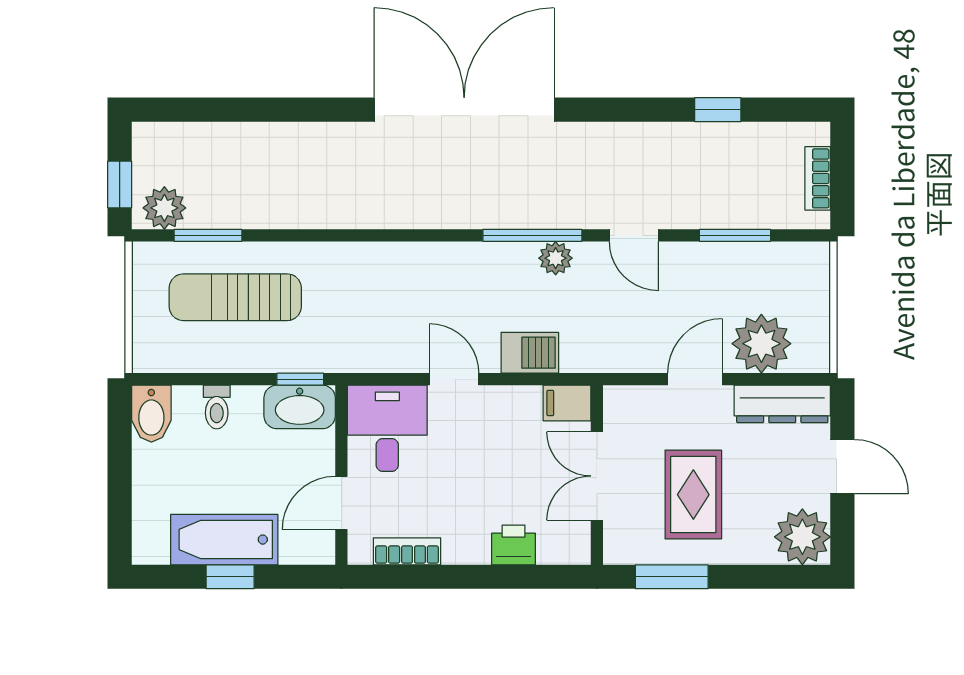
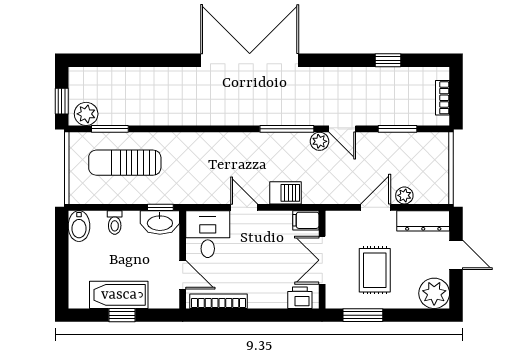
plant: (556, 258) -> (320, 141), moved
plant: (761, 344) -> (404, 195), width x0.53, depth x0.53
door: (341, 503) -> (183, 275), swing flipped
printer: (514, 545) -> (300, 298), moved
bookcase: (407, 551) -> (218, 301), width x1.56

